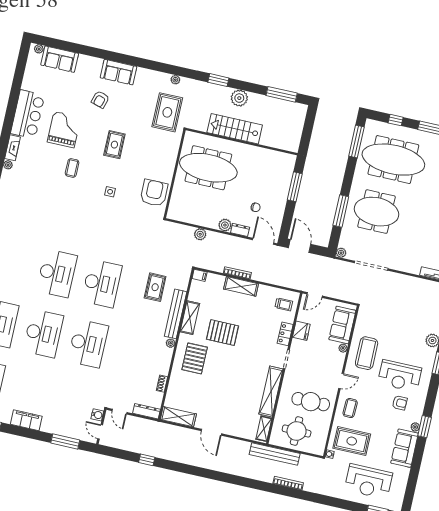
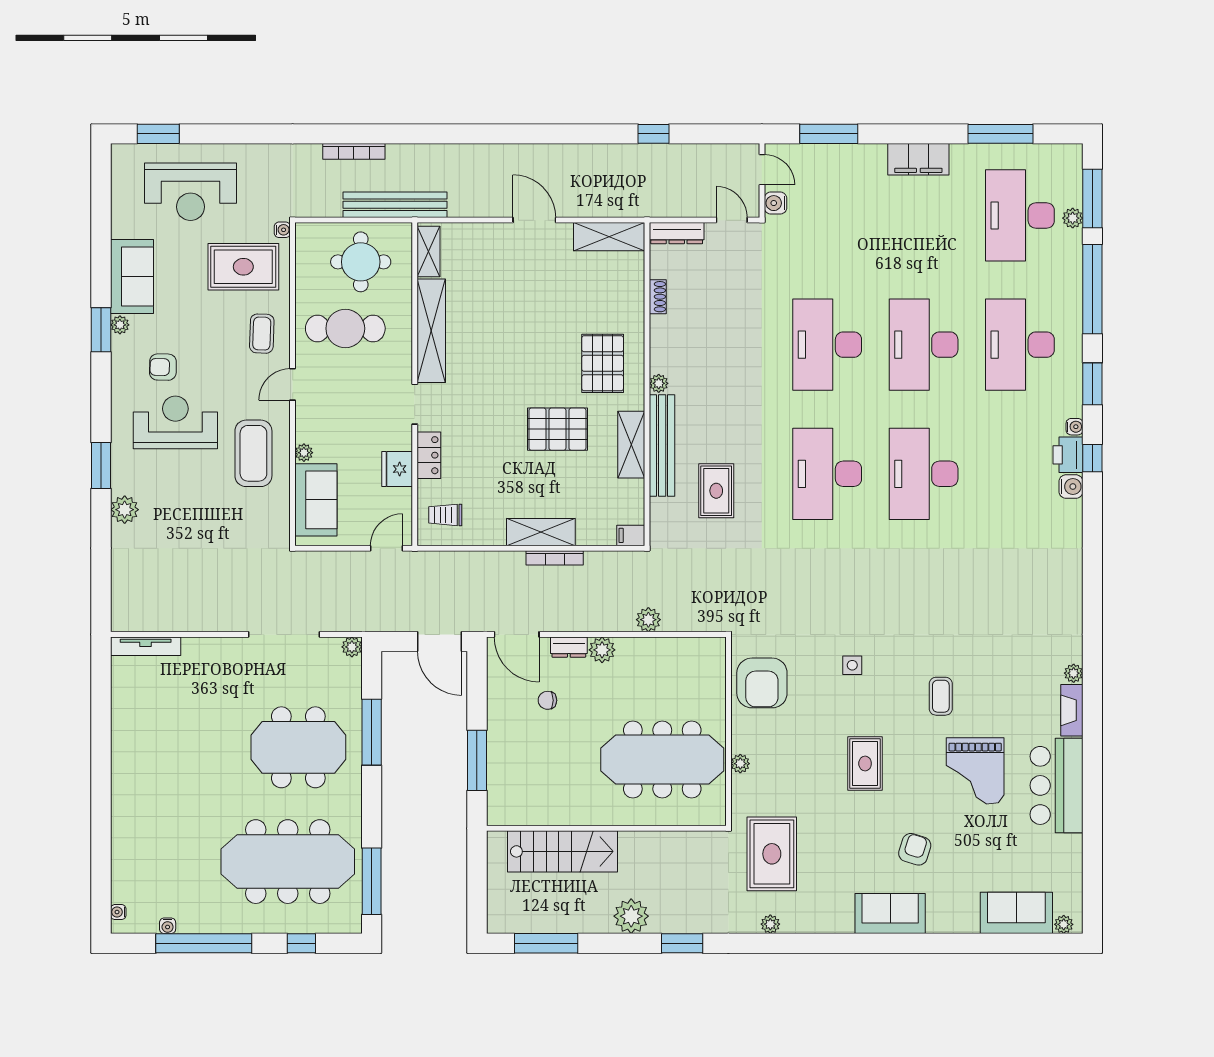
stairs: (235, 129) -> (563, 851), moved
plant: (172, 158) -> (740, 764), added
reception desk: (368, 482) -> (190, 192), turned 180

